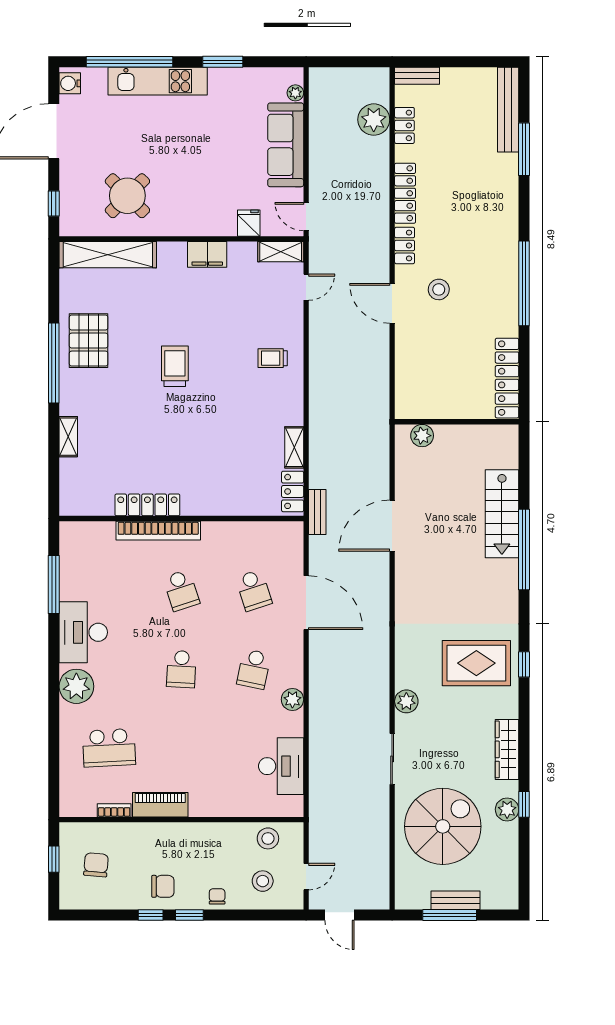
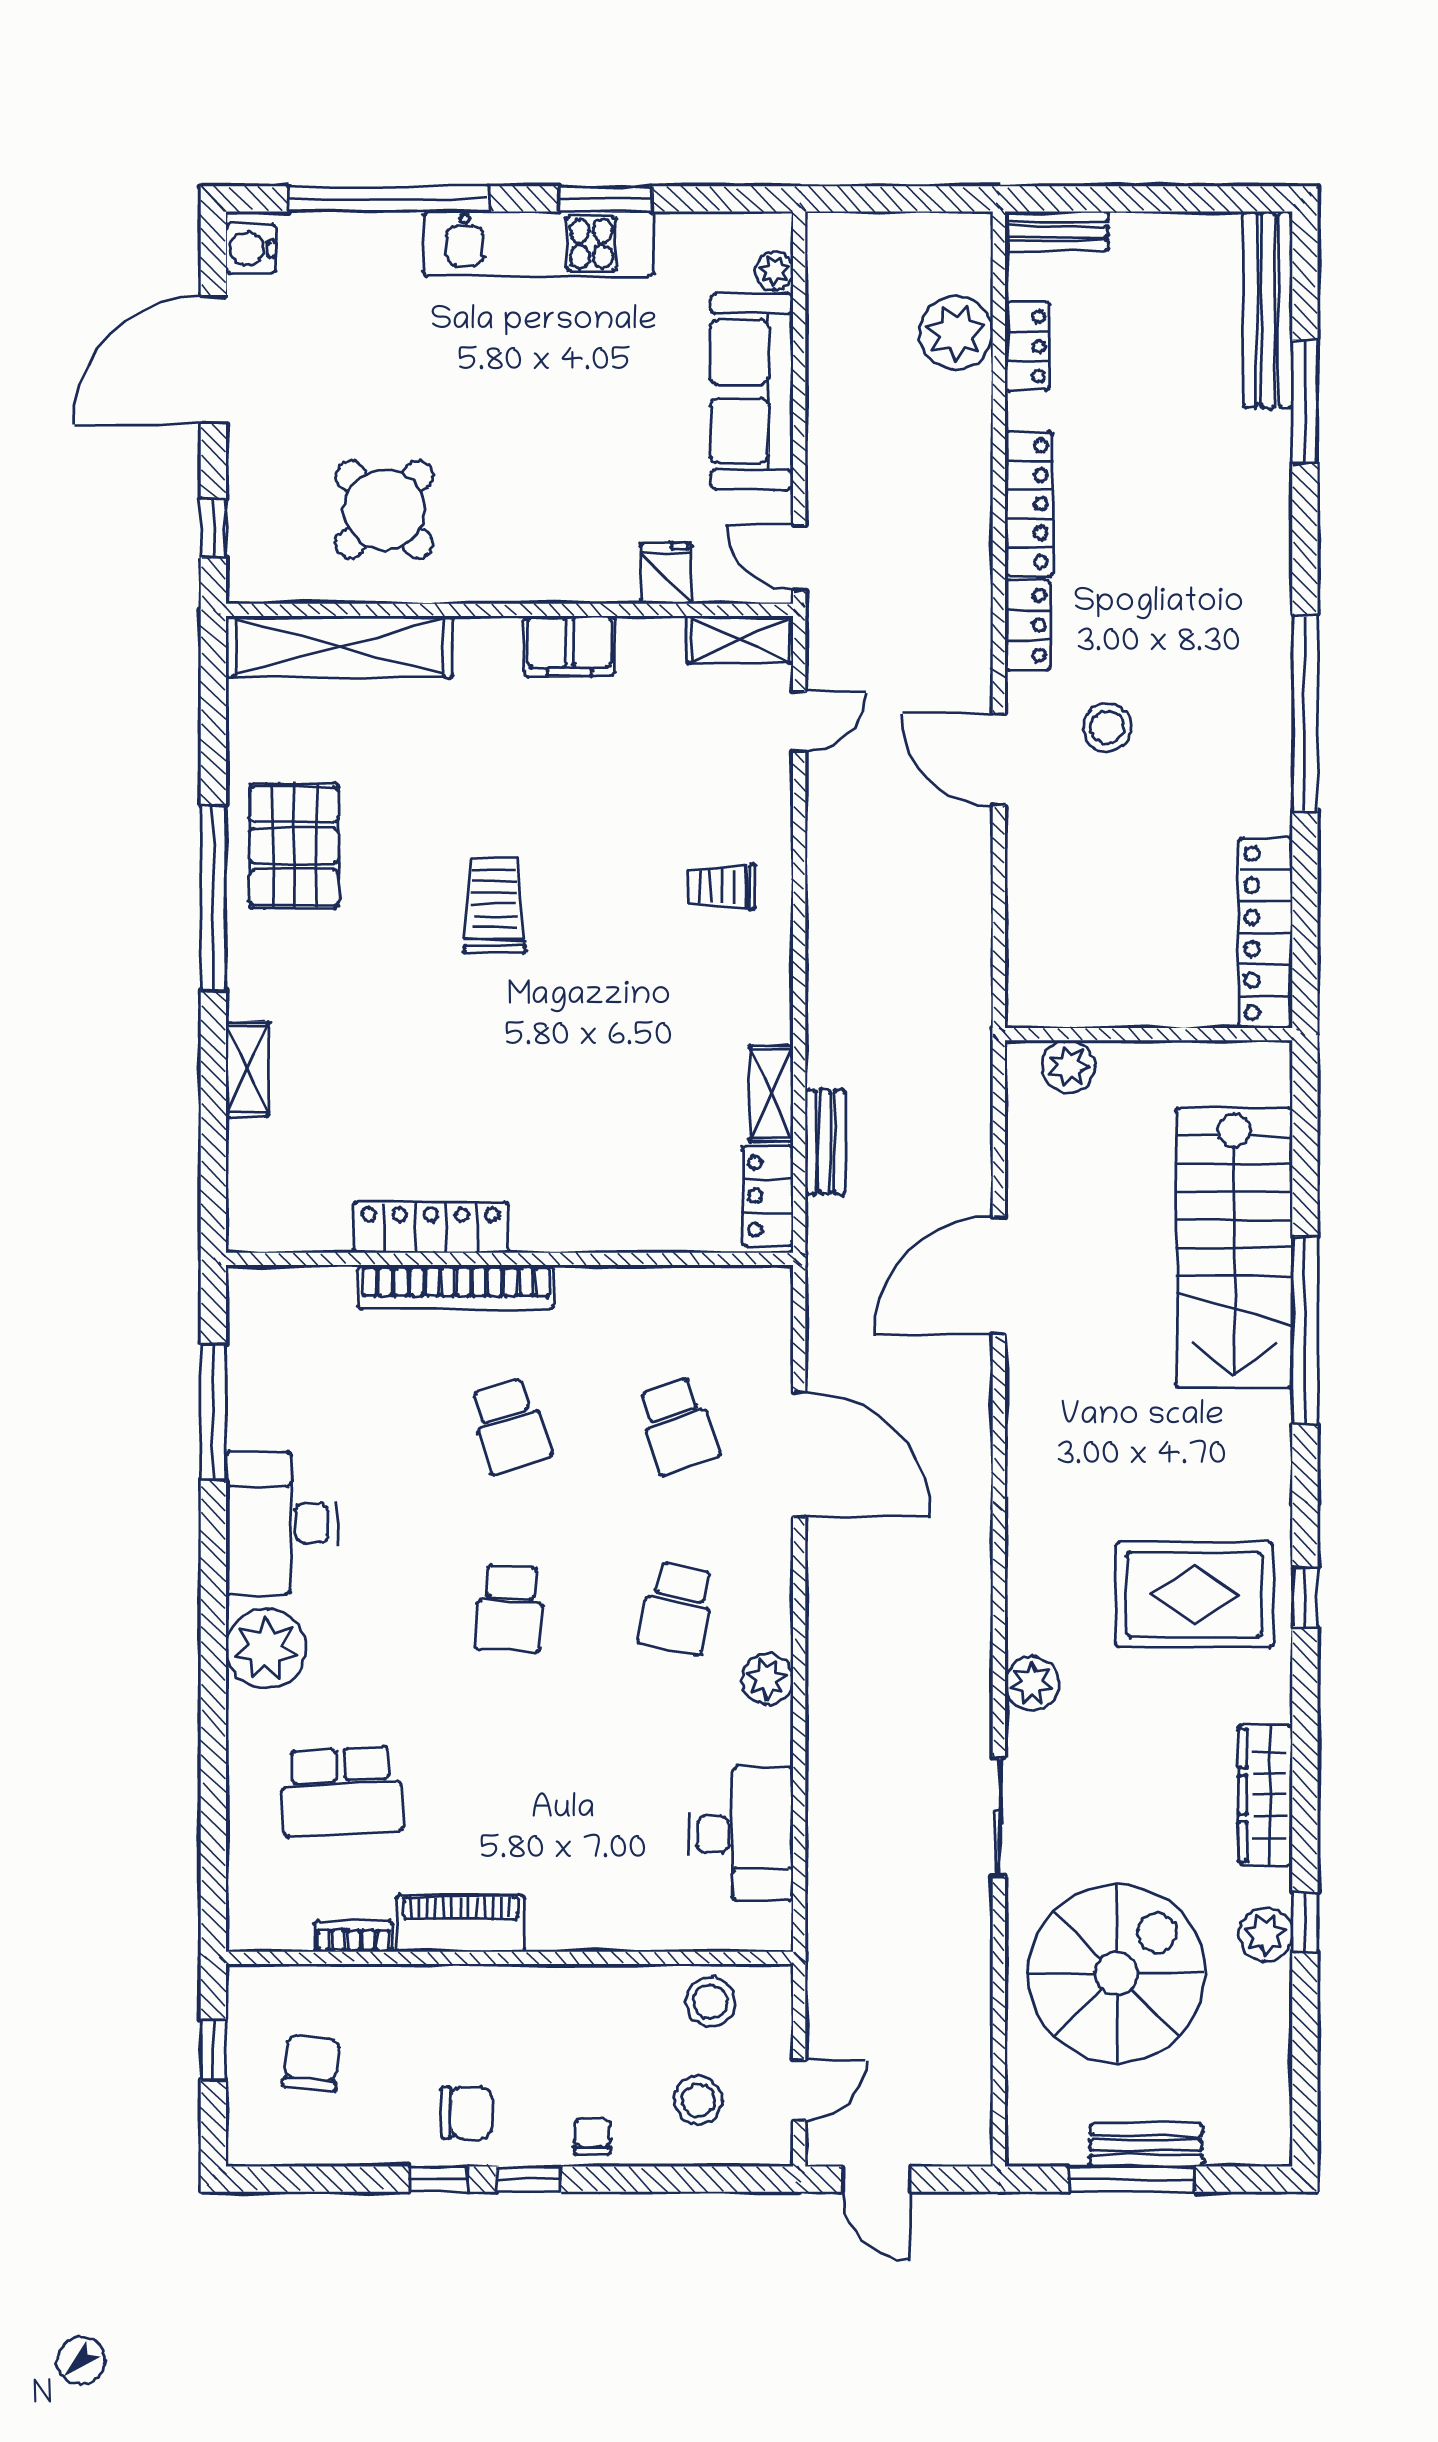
kitchen unit: (158, 81) -> (538, 244), moved
bench: (317, 512) -> (825, 1142), moved
stairs: (502, 514) -> (1234, 1248), width x1.36, depth x1.51

